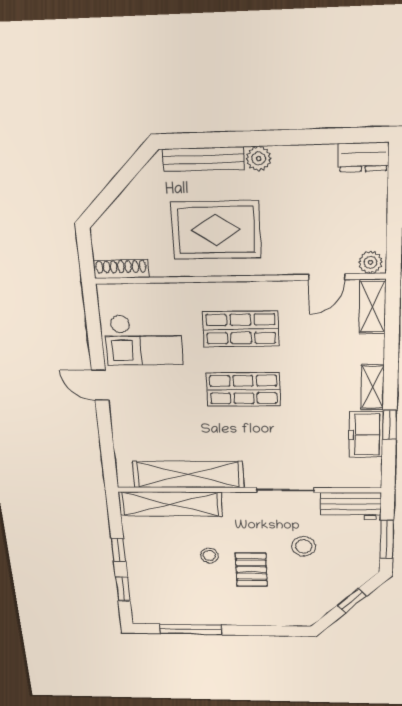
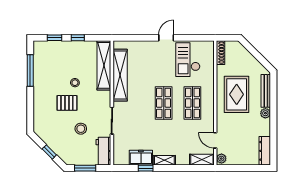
dresser: (363, 157) -> (265, 151), width x1.44

